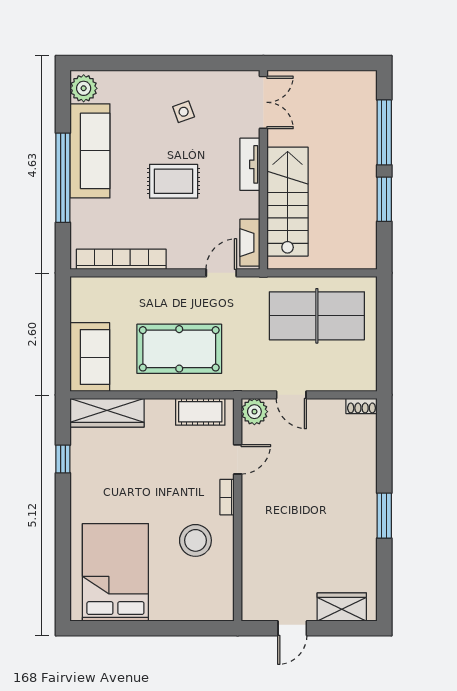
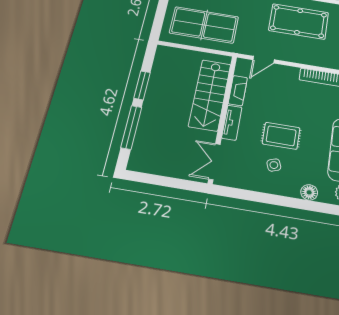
floor lamp: (132, 81) -> (309, 192), added
rug: (174, 181) -> (281, 136), moved
fireplace: (250, 243) -> (238, 91), moved

